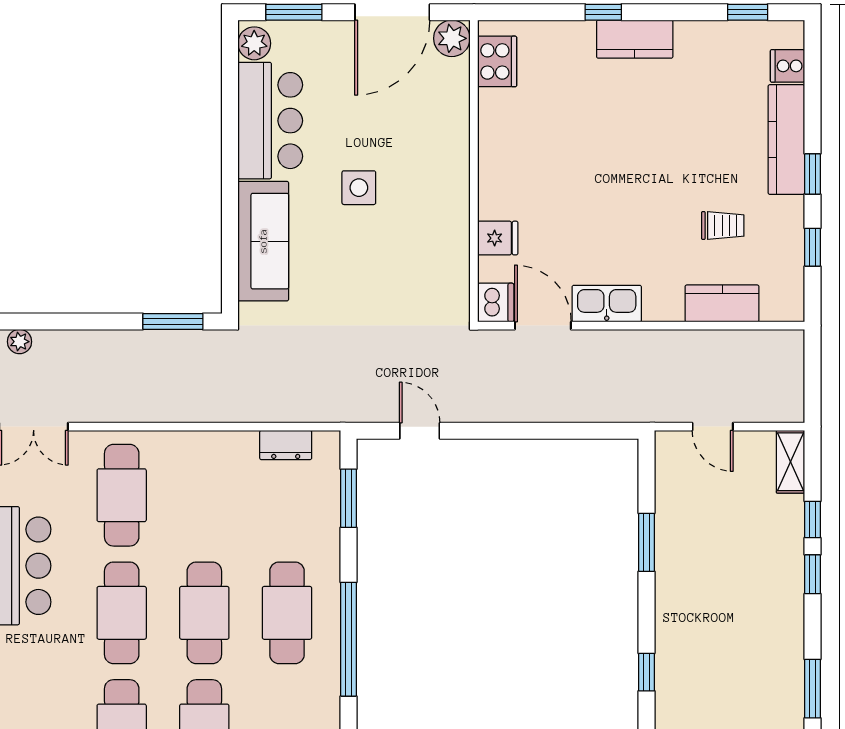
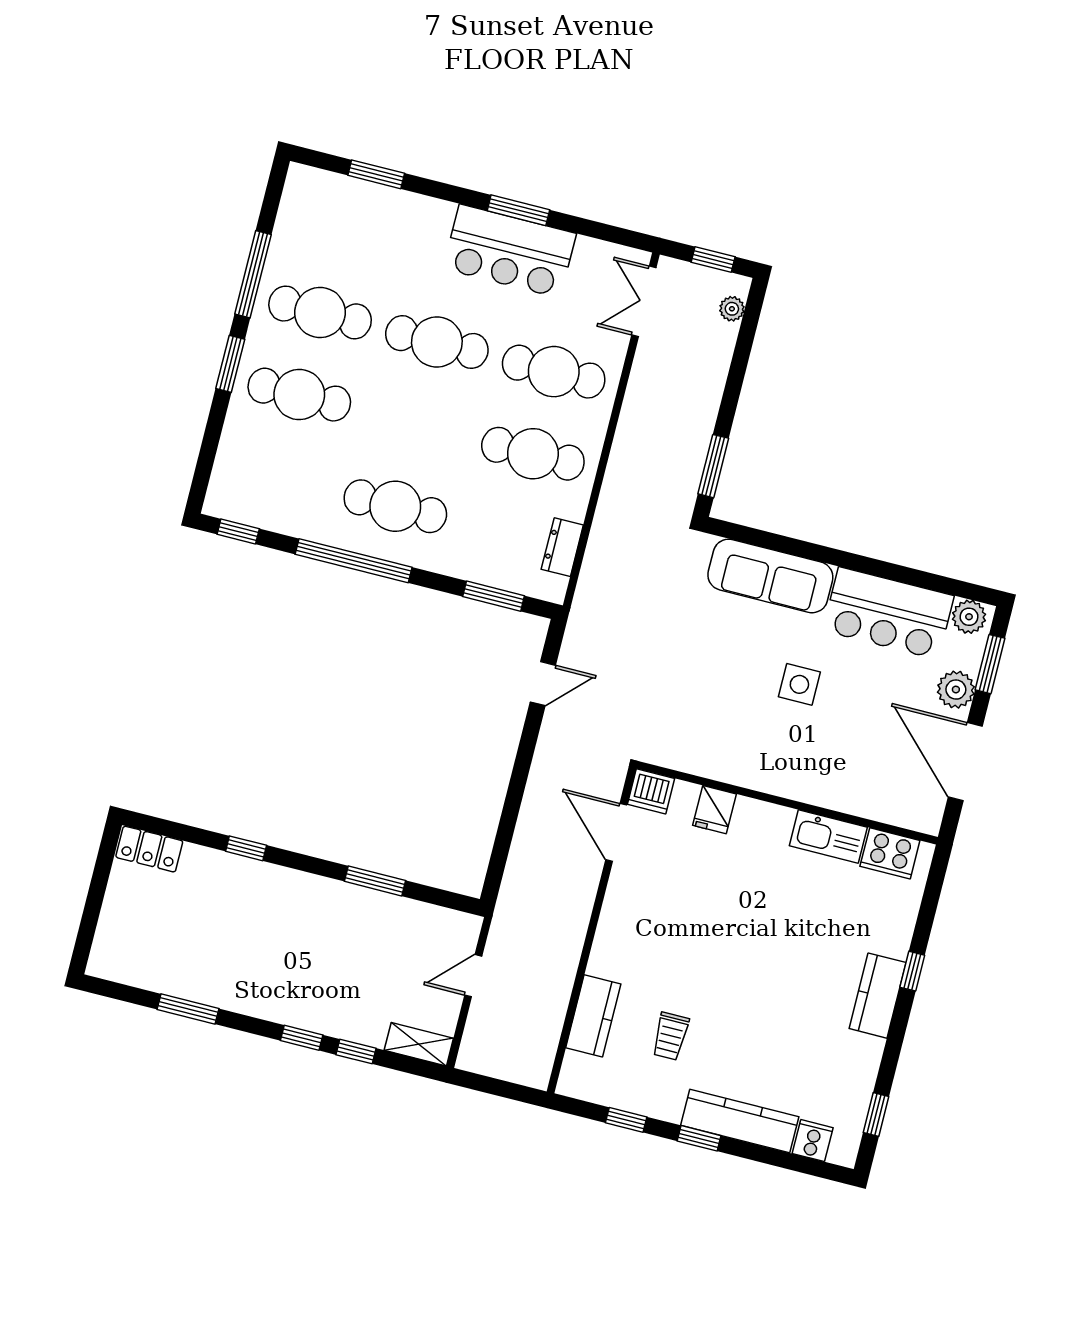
plant: (452, 38) -> (956, 690), moved
kitchen sink: (607, 304) -> (828, 837), moved, turned 90
door: (543, 326) -> (616, 832), swing flipped
cafe table: (204, 613) -> (533, 454), moved

